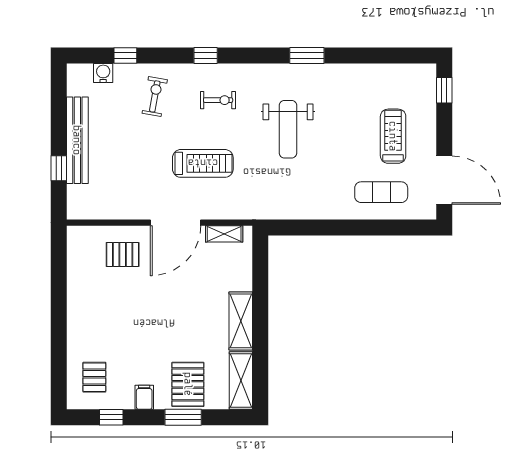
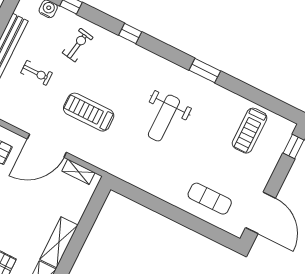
exercise bike: (218, 100) -> (36, 73), moved
treadmill: (393, 136) -> (250, 131), moved, turned 180
treadmill: (203, 163) -> (89, 112), turned 180

